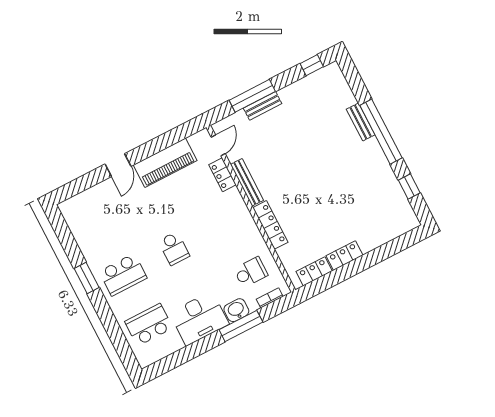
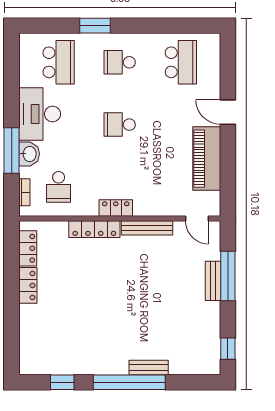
locker: (222, 175) -> (116, 208), moved
school desk: (97, 225) -> (181, 62), added
school desk: (123, 275) -> (120, 62), width x0.54
window: (87, 278) -> (95, 26), moved

